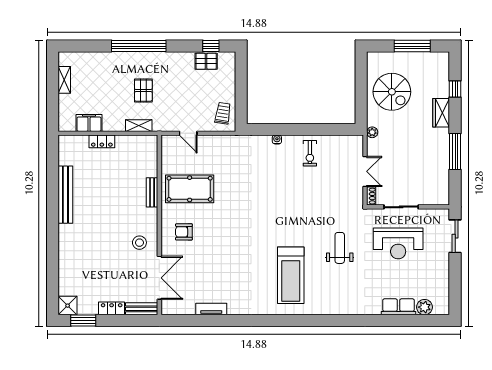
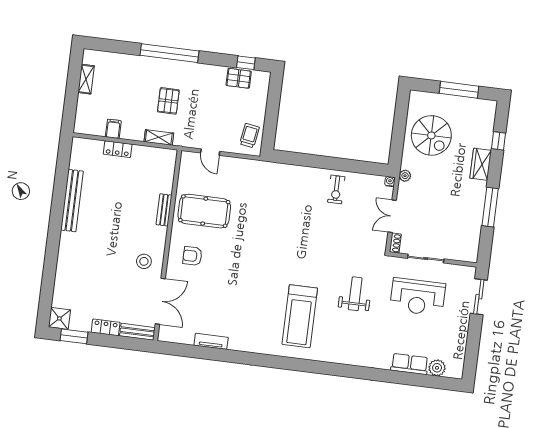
filing cabinet: (89, 123) -> (113, 129), width x0.50
water cooler: (277, 139) -> (390, 182), moved
double door: (365, 171) -> (392, 216), swing flipped

